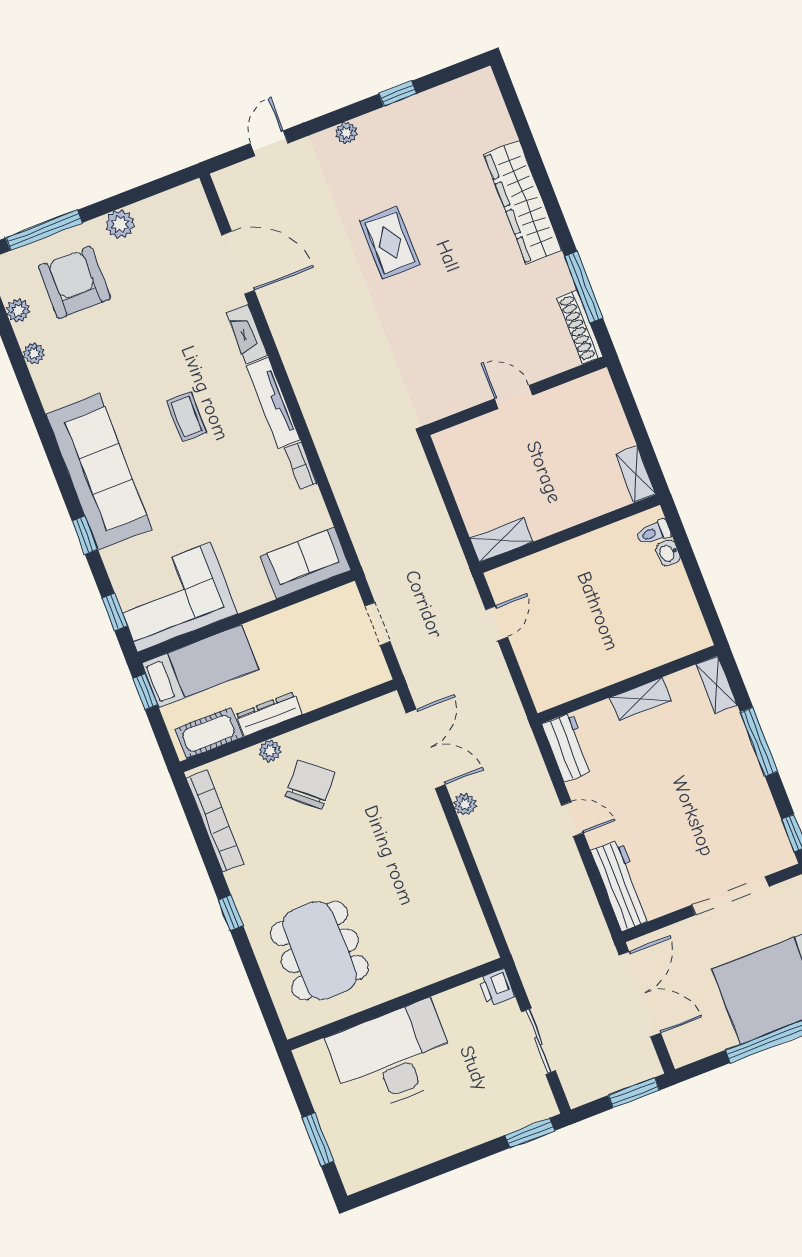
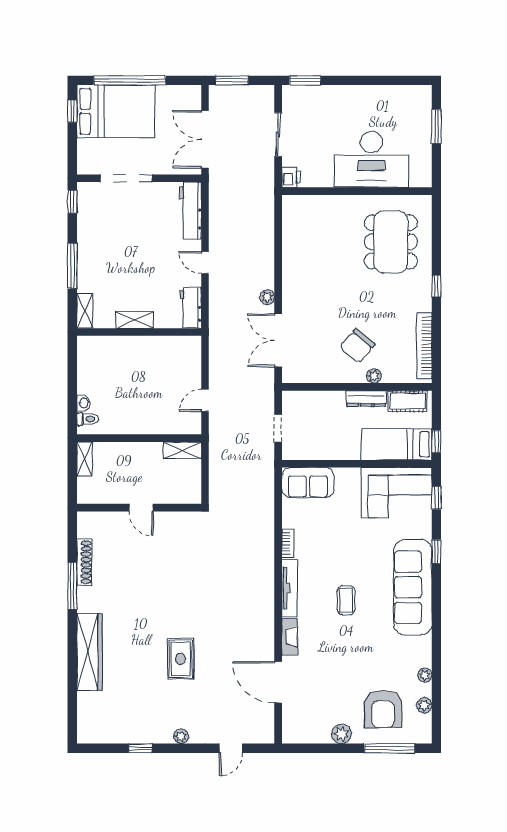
wall: (516, 396) -> (139, 508), moved
door: (514, 397) -> (141, 508), moved

